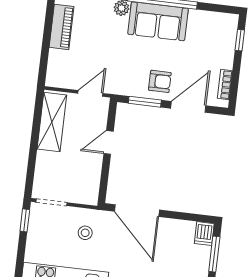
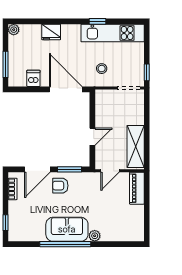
piano: (61, 27) -> (137, 188), moved
dishwasher: (204, 234) -> (33, 78), moved

